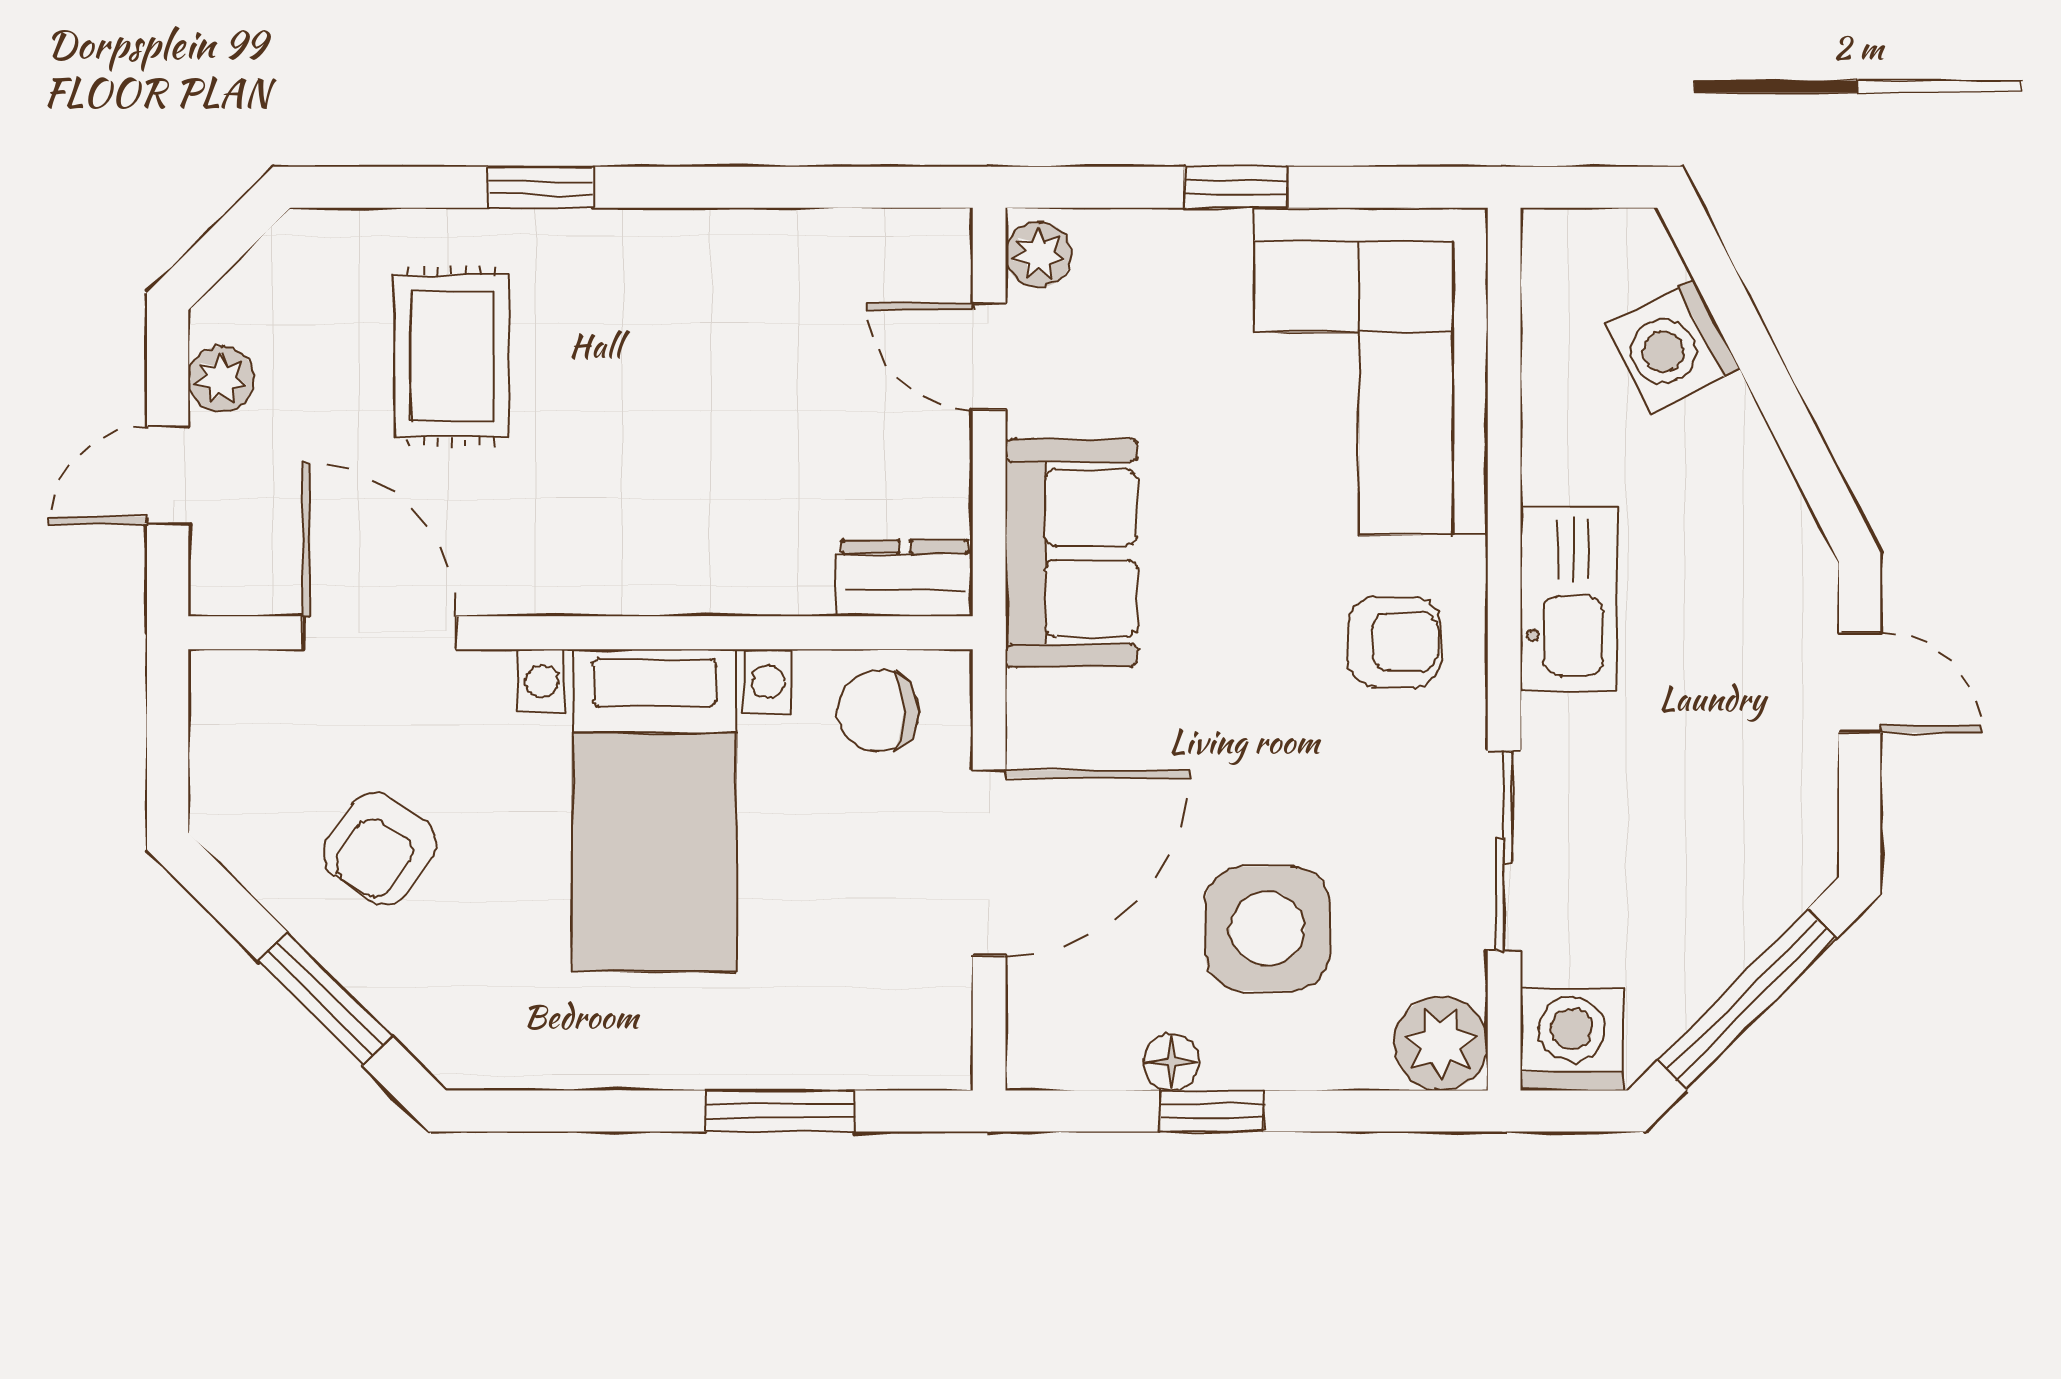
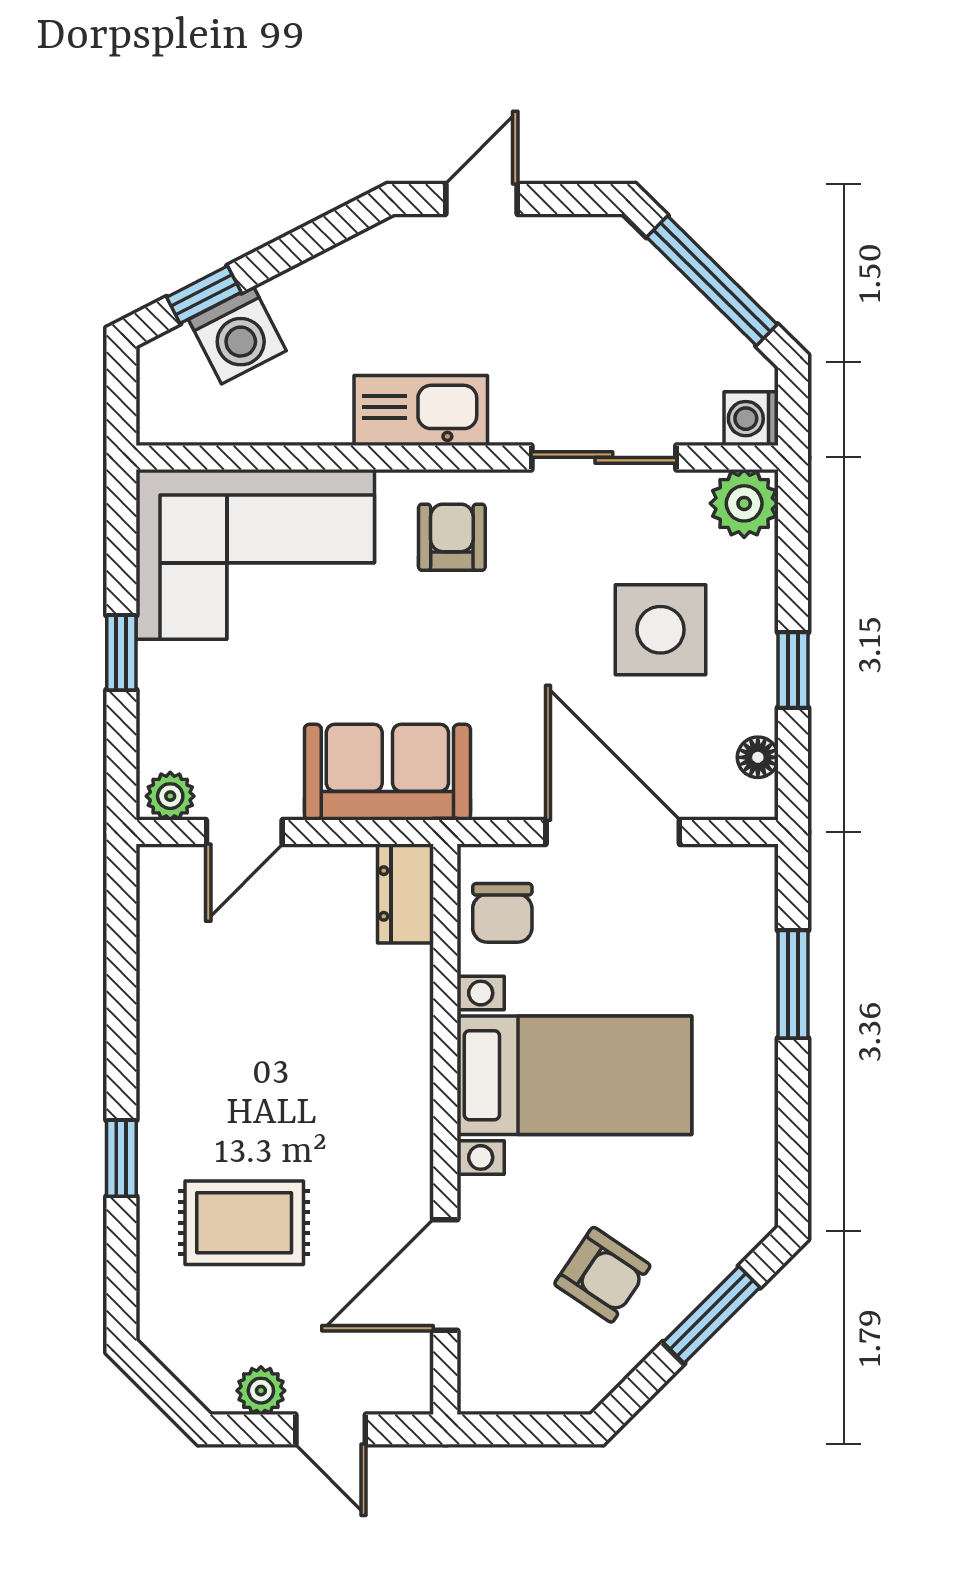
window: (1728, 301) -> (204, 295), added
washing machine: (1572, 1039) -> (751, 419), width x0.73, depth x0.73
floor lamp: (1171, 1062) -> (758, 757), moved

